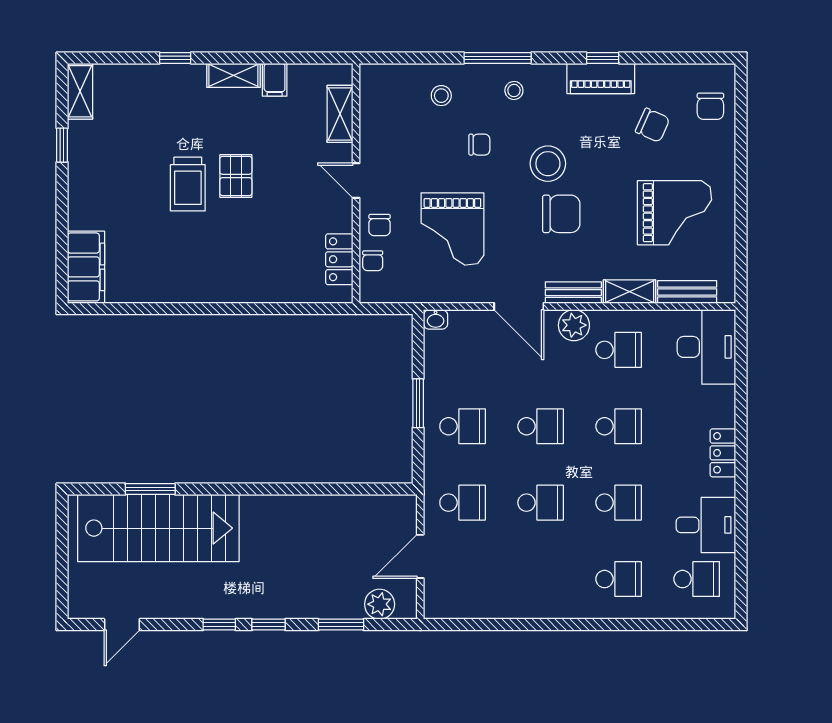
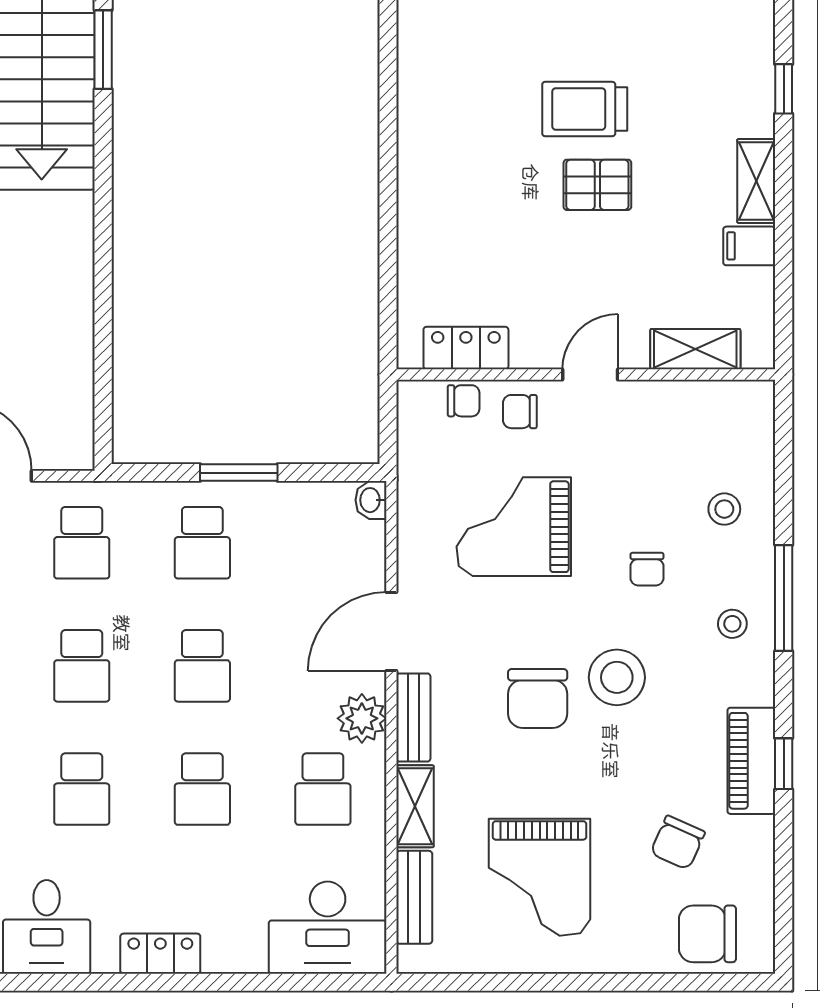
chair: (710, 106) -> (707, 934), width x1.37, depth x1.37
chair: (373, 261) -> (464, 401), turned 180

